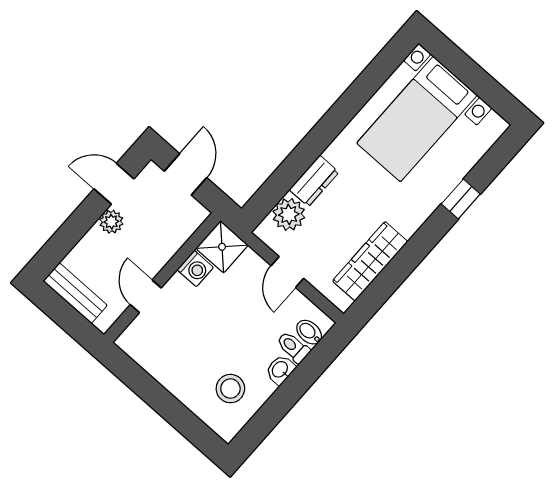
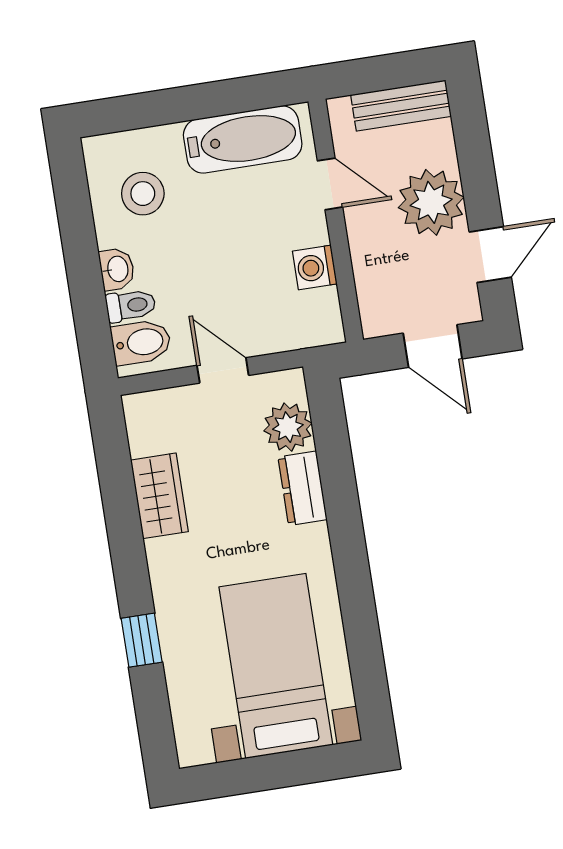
plant: (111, 222) -> (431, 202), width x1.87, depth x1.87
shower: (222, 247) -> (314, 319), removed
wardrobe: (370, 261) -> (159, 496), width x0.67
bidet: (309, 332) -> (141, 342), width x1.38, depth x1.36
bathtub: (160, 360) -> (243, 139), added

